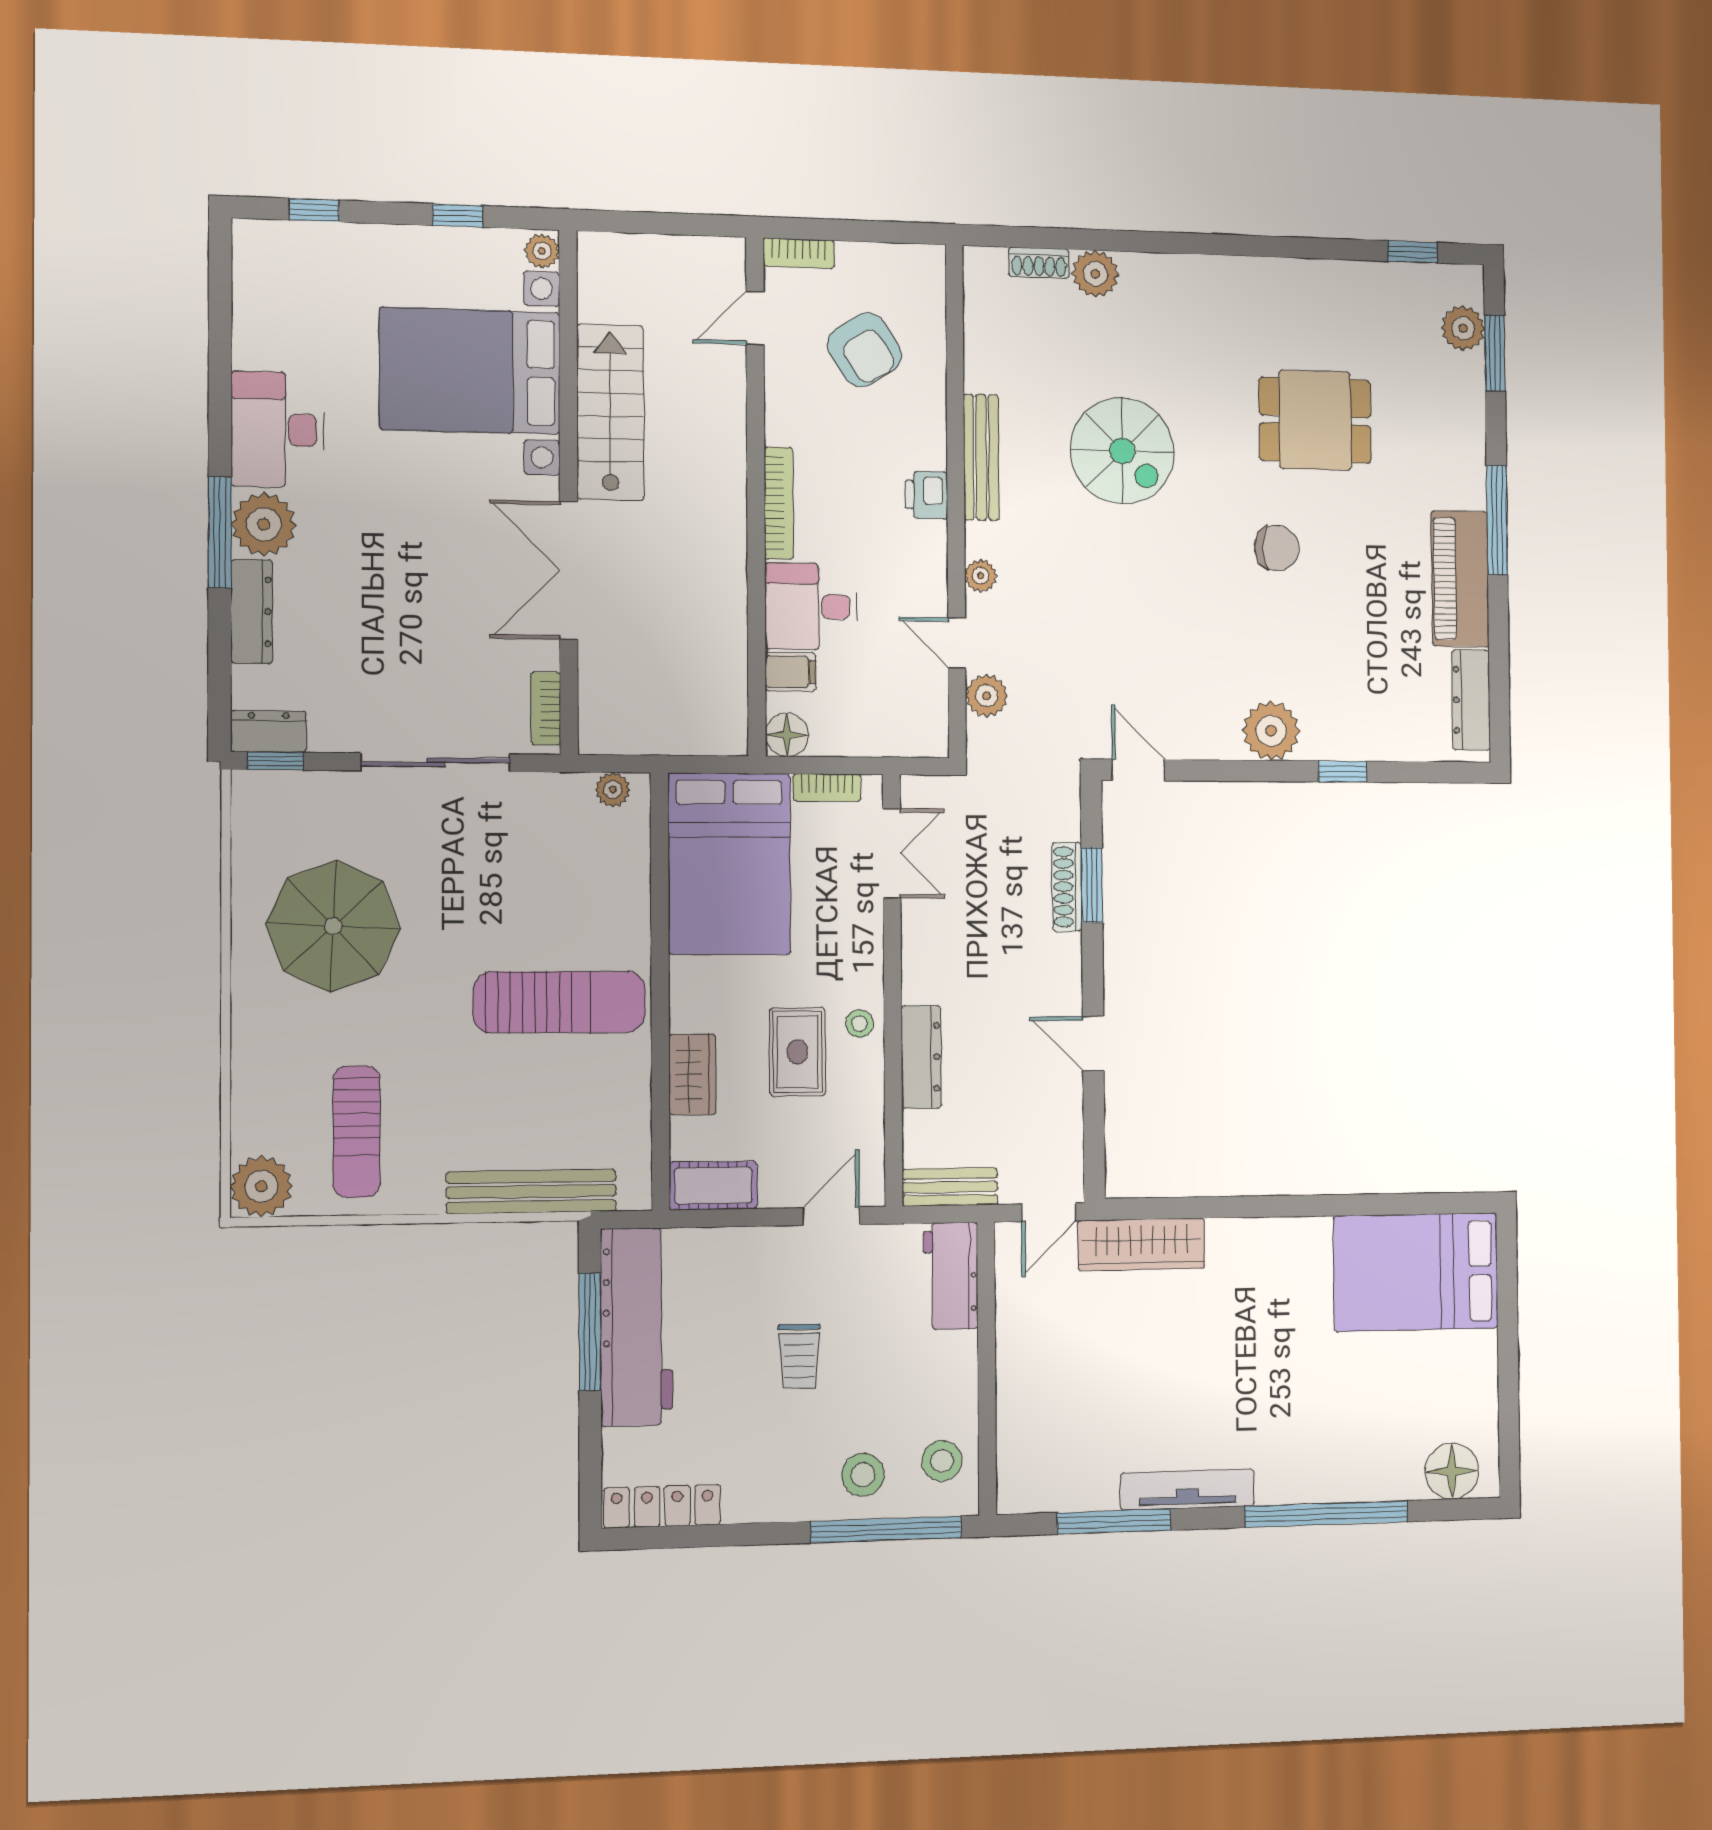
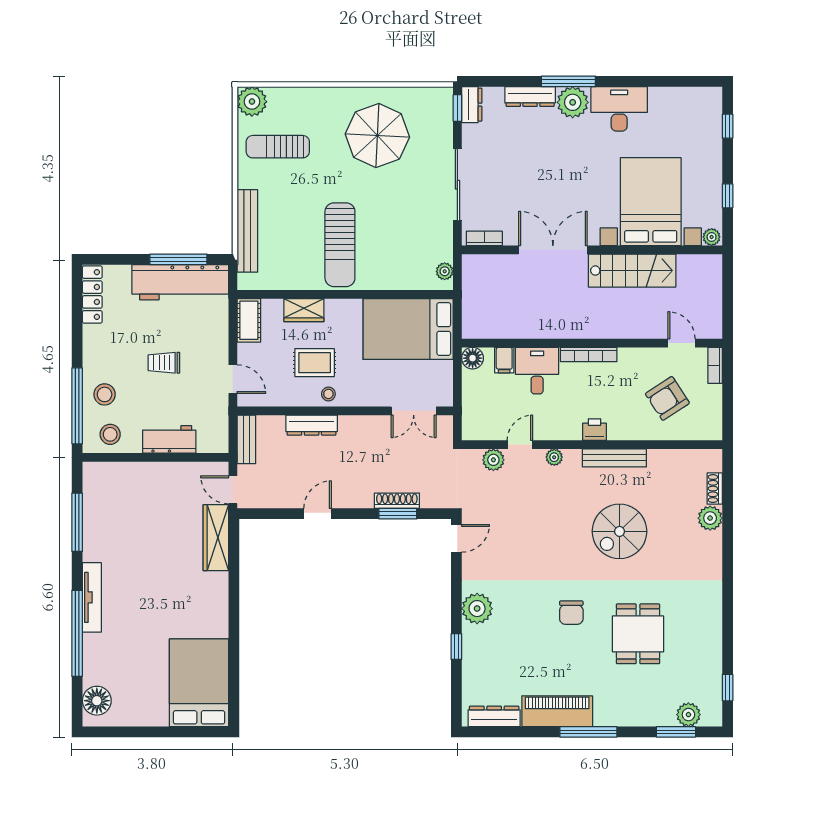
bookcase: (827, 788) -> (446, 378), removed
workbench: (951, 1276) -> (169, 439), moved
tv unit: (1187, 1490) -> (92, 597), moved

